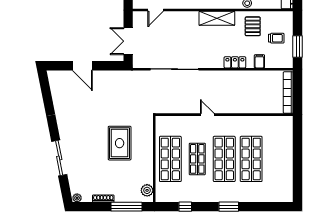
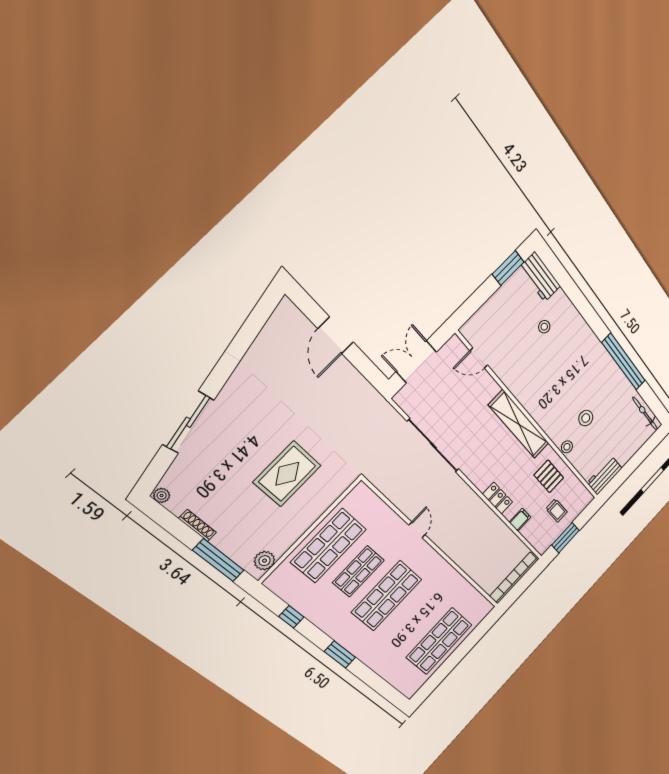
shelving: (217, 18) -> (519, 424), width x1.47
pallet: (253, 26) -> (549, 476), turned 90
shop shelf: (251, 159) -> (439, 641), moved

